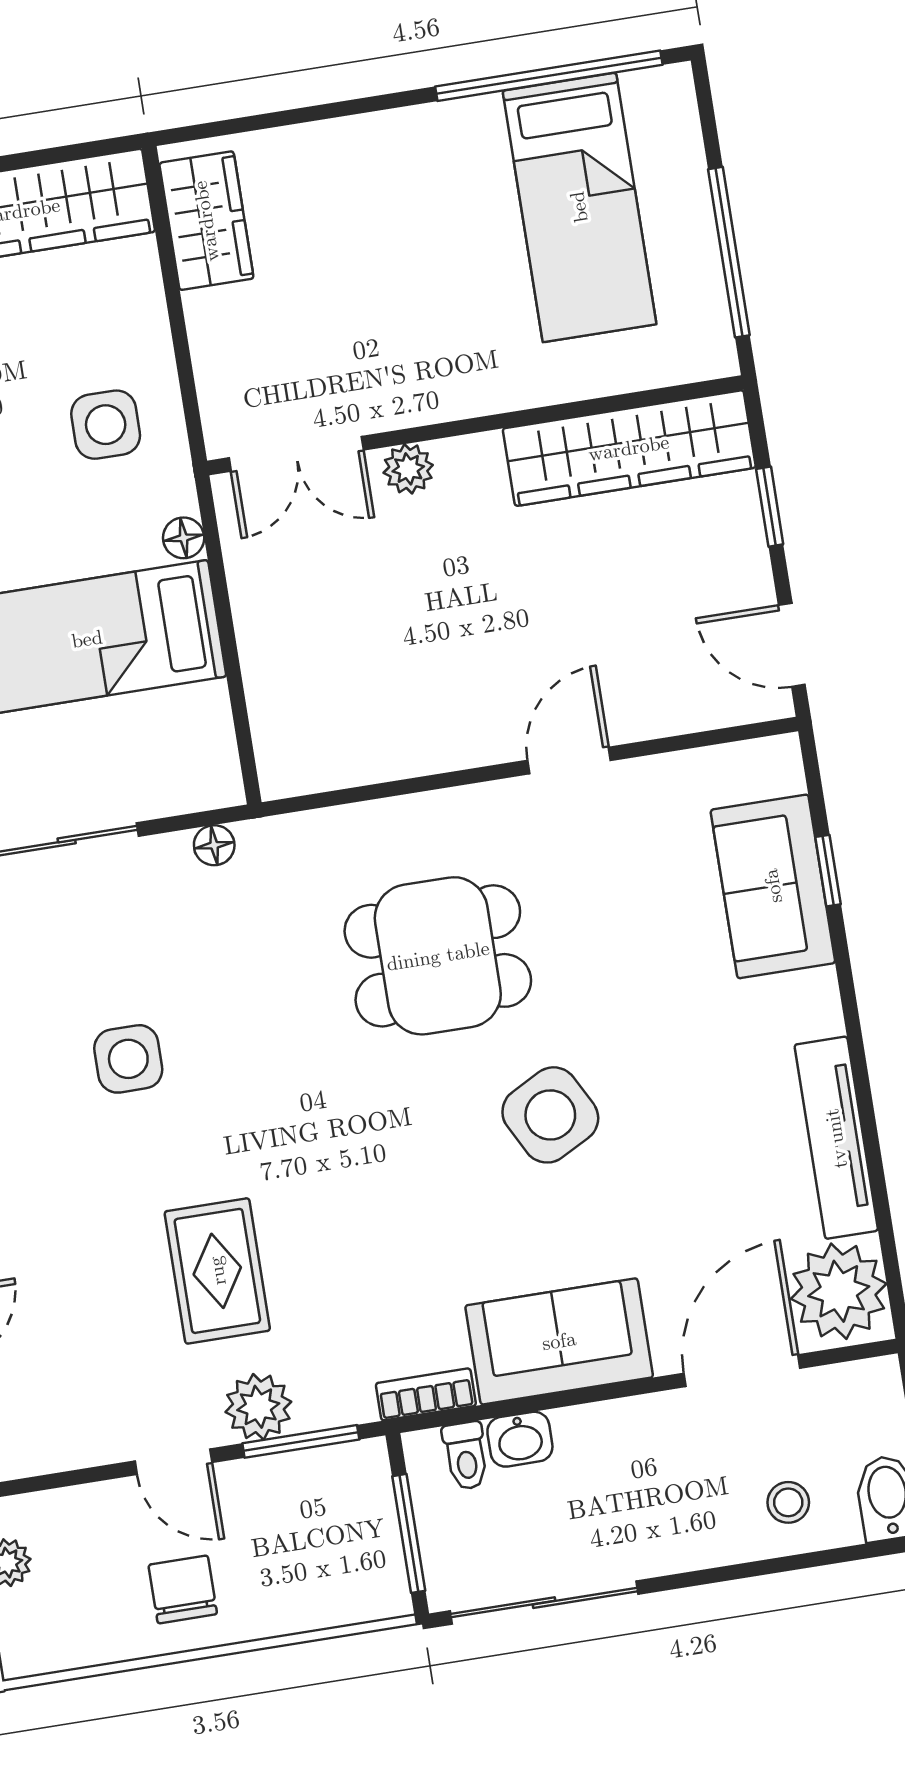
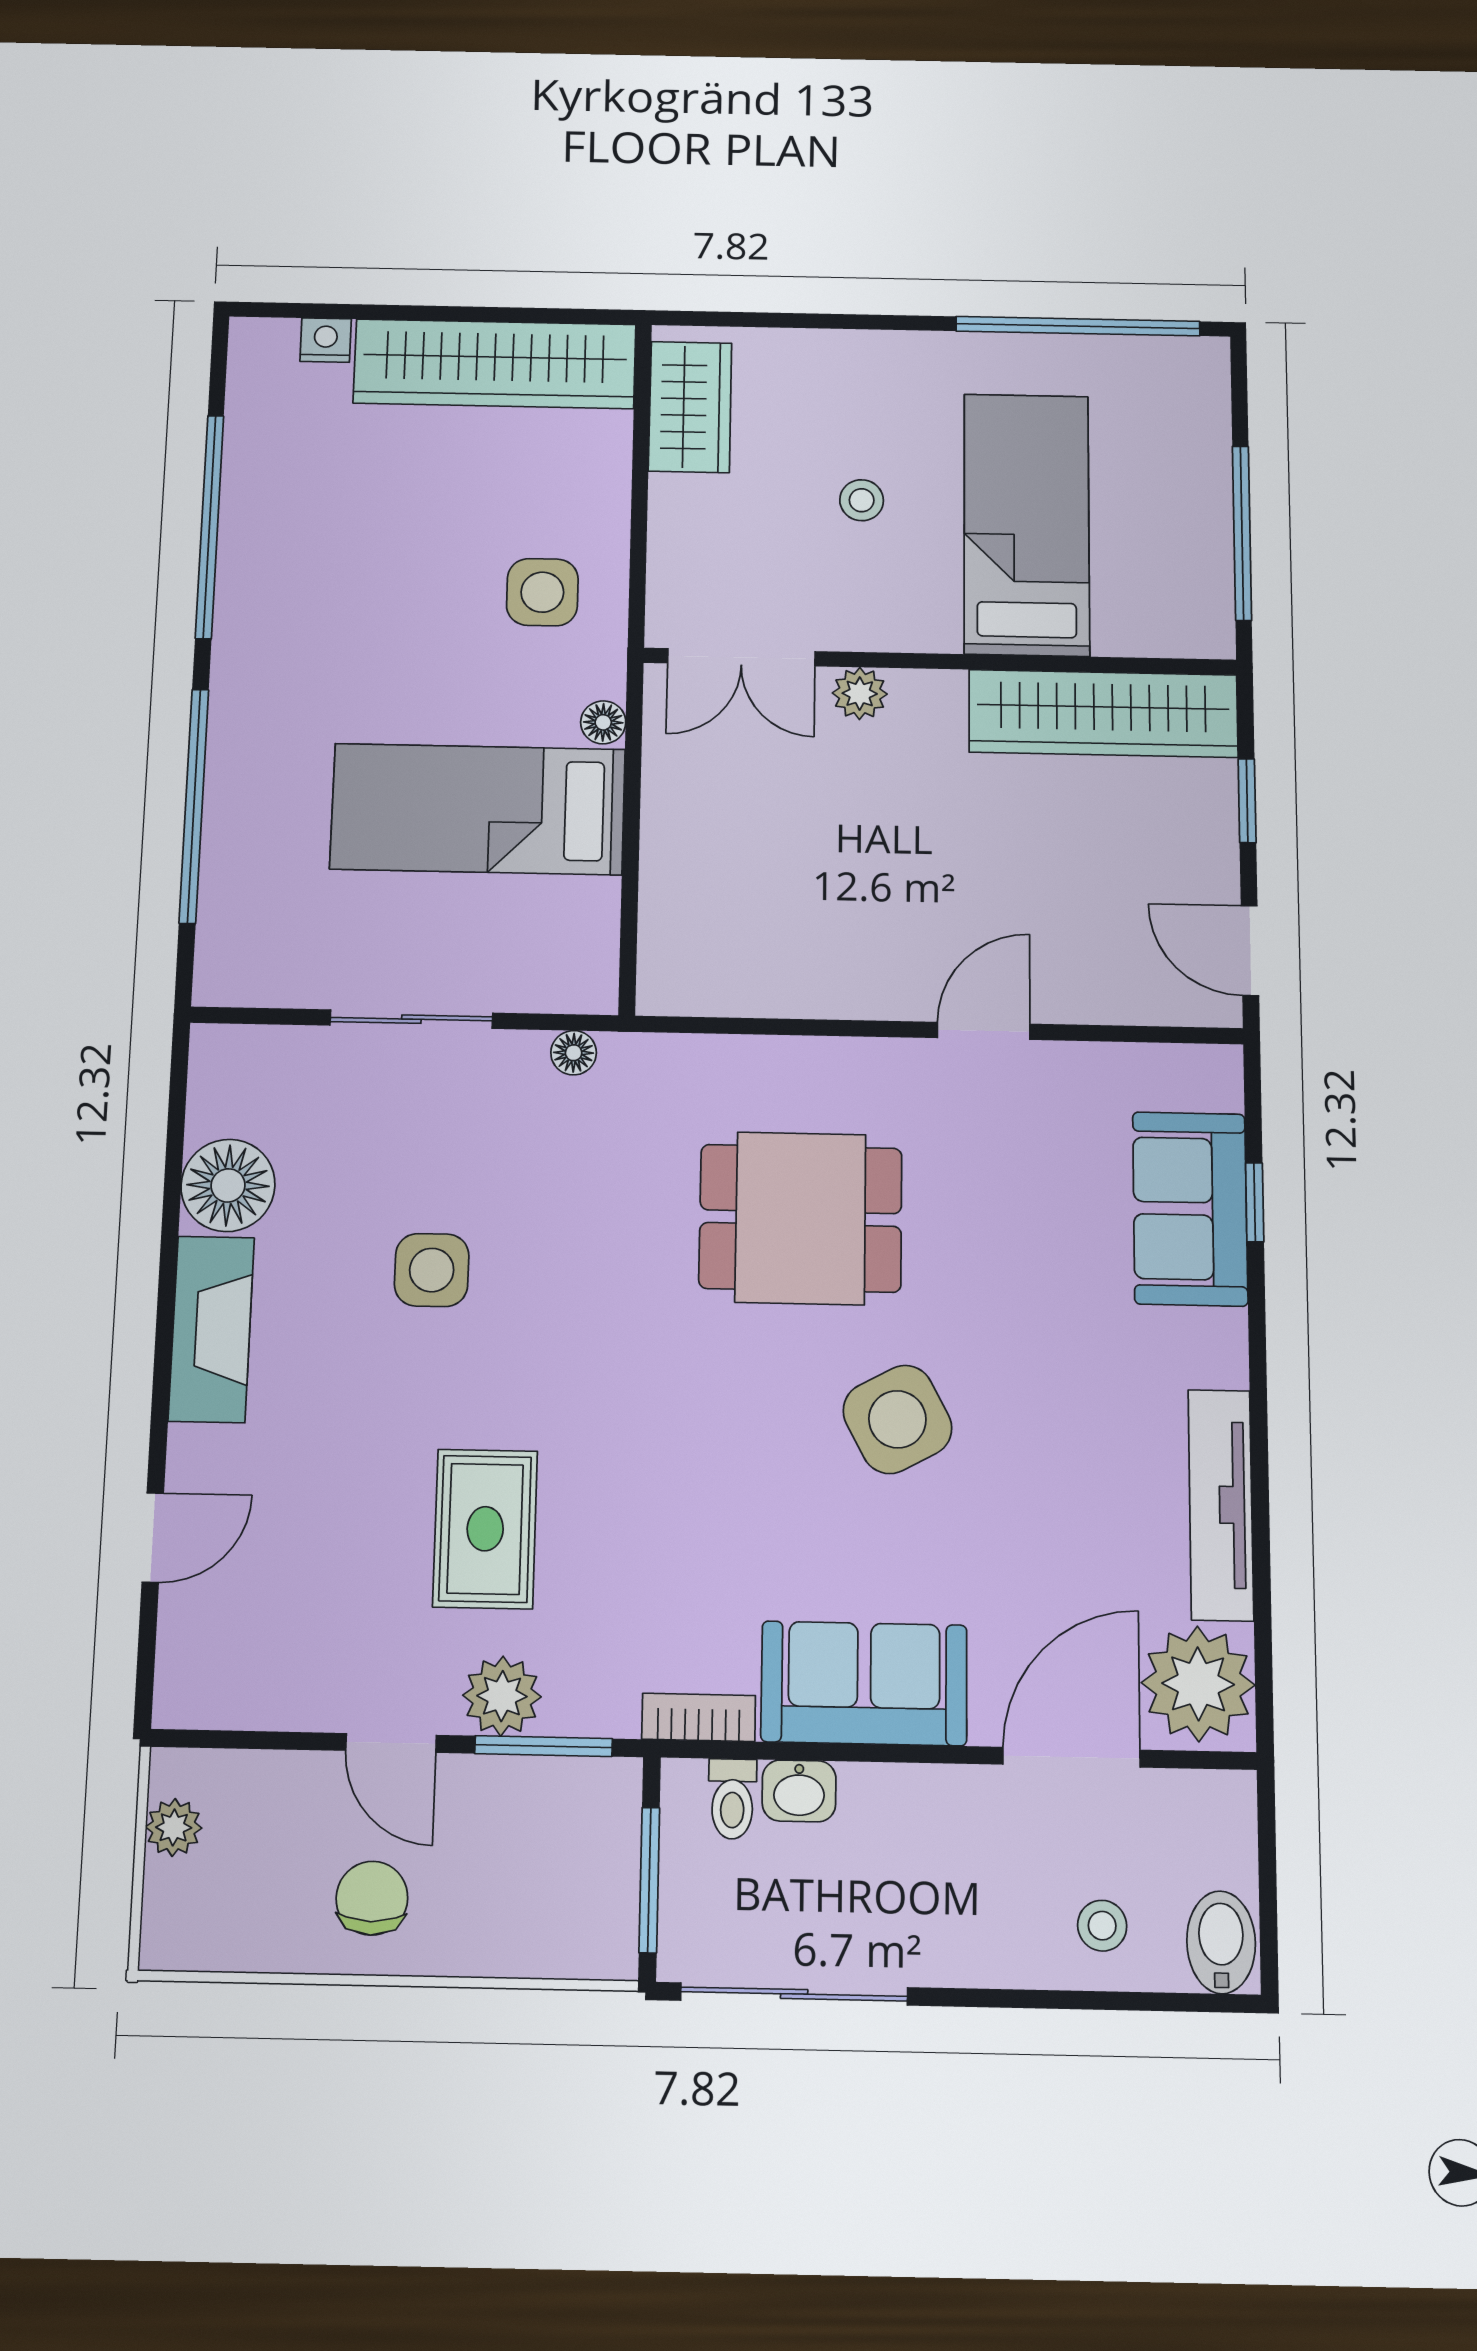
bed: (579, 207) -> (1027, 524), moved, turned 180
stool: (379, 283) -> (862, 500), added

